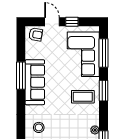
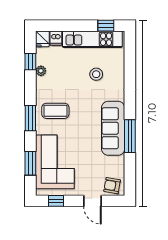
window: (72, 22) -> (56, 201), moved
window: (104, 53) -> (30, 163), width x0.69
stool: (39, 127) -> (96, 74), moved

